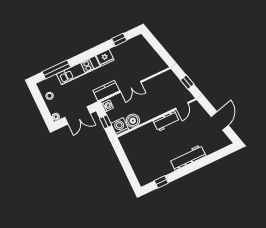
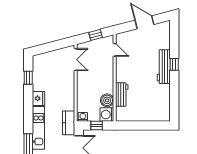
double door: (131, 87) -> (76, 60), moved
kitchen counter: (106, 91) -> (69, 123), moved
workbench: (166, 121) -> (122, 94), moved
window: (161, 182) -> (174, 64), moved

